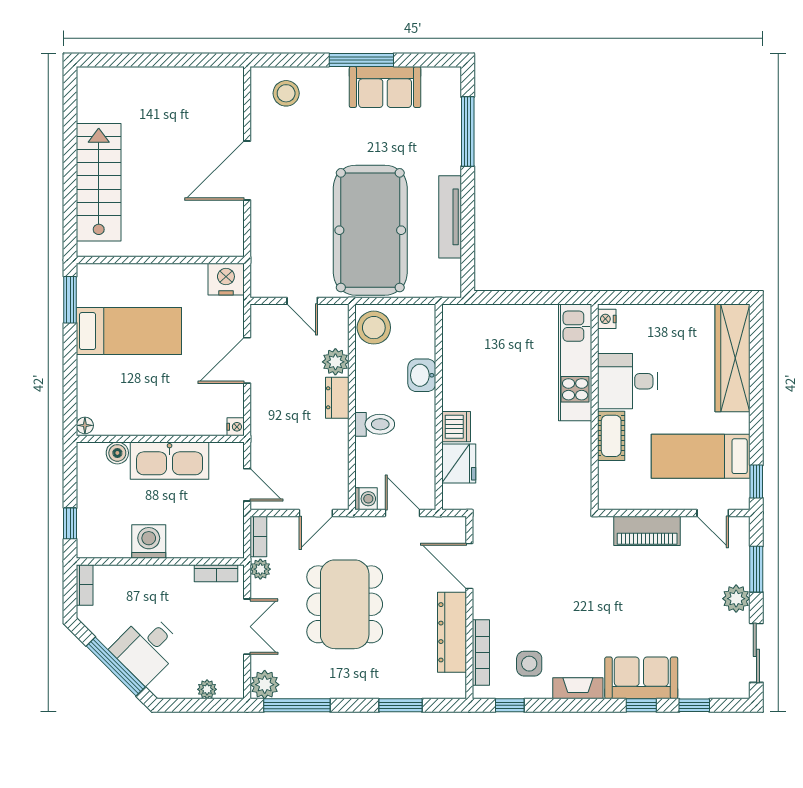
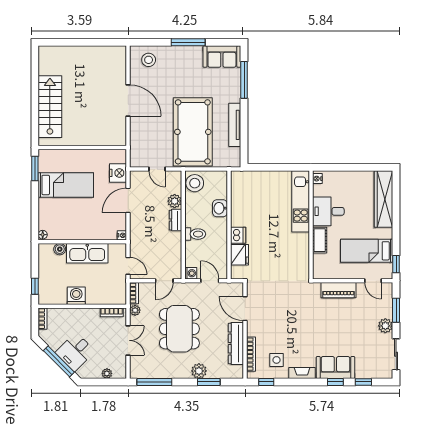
sofa: (385, 87) -> (222, 57), moved
door: (247, 170) -> (128, 100), swing flipped
nightstand: (226, 279) -> (118, 173), moved, turned 90
plant: (265, 685) -> (199, 371), moved

